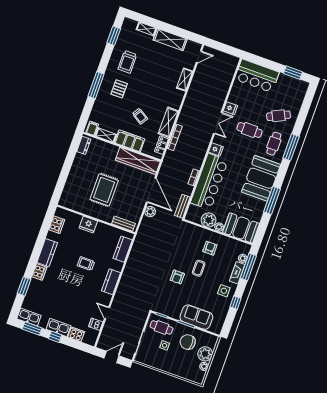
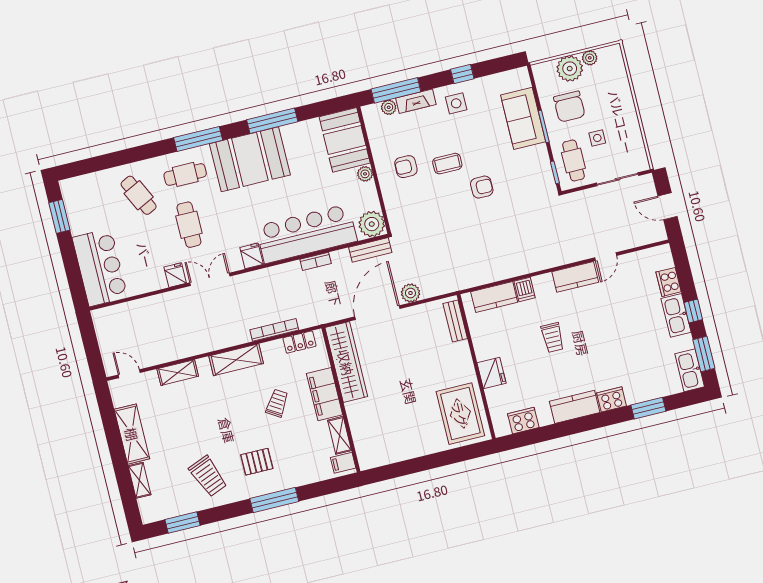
trolley: (127, 62) -> (208, 476), turned 68
shelving: (168, 122) -> (236, 360), moved
dresser: (84, 145) -> (377, 459), removed
window: (291, 147) -> (198, 139), moved
rug: (104, 190) -> (460, 414), moved, turned 90
plant: (209, 220) -> (372, 224), moved
kitchen counter: (111, 282) -> (575, 277), moved
dishwasher: (96, 324) -> (525, 289), moved

